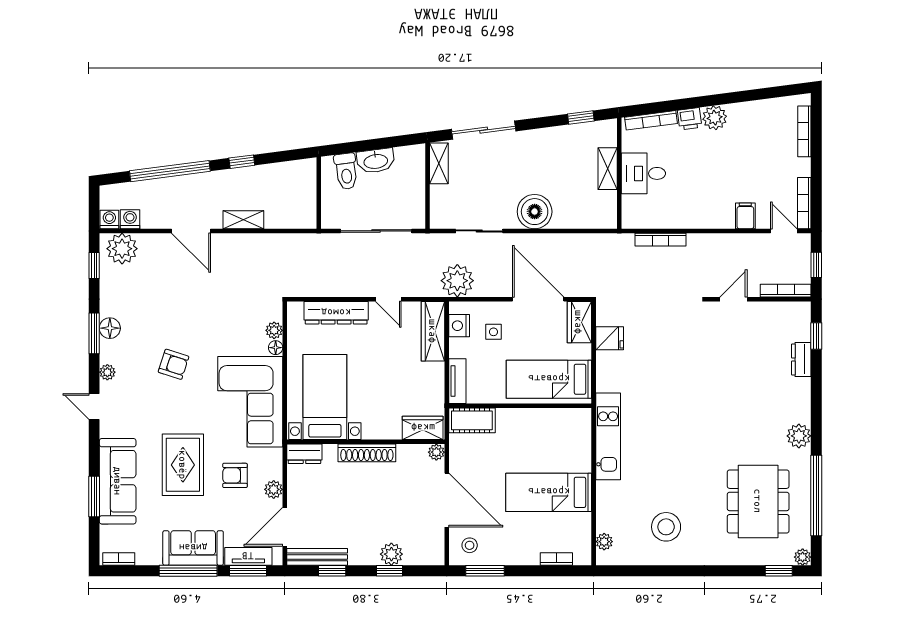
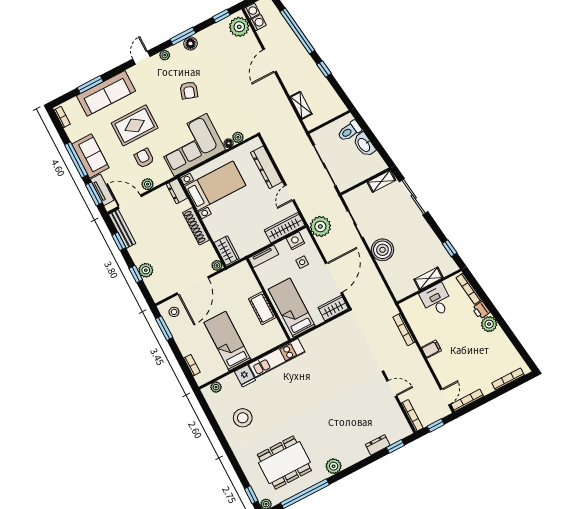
filing cabinet: (745, 216) -> (431, 349), moved
shelving: (243, 220) -> (301, 105), moved
fridge: (610, 338) -> (245, 376), moved
cot: (472, 420) -> (262, 308), moved

